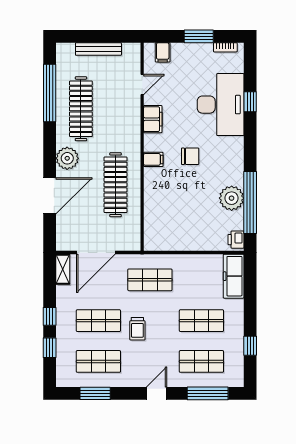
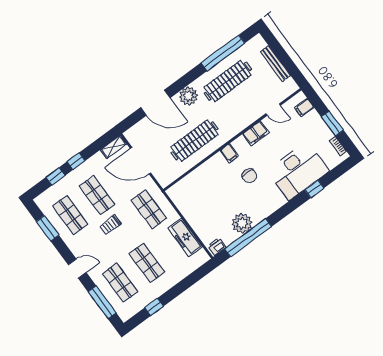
freezer: (234, 276) -> (185, 237), moved, turned -90

